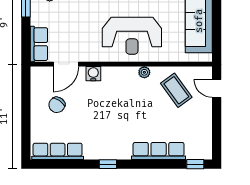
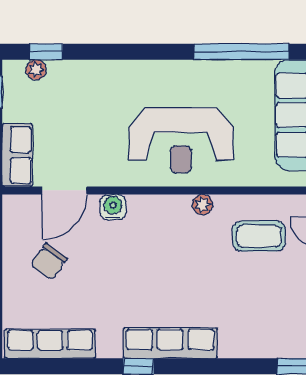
coffee table: (176, 90) -> (259, 236), turned -54
row of seats: (159, 151) -> (170, 343), moved

